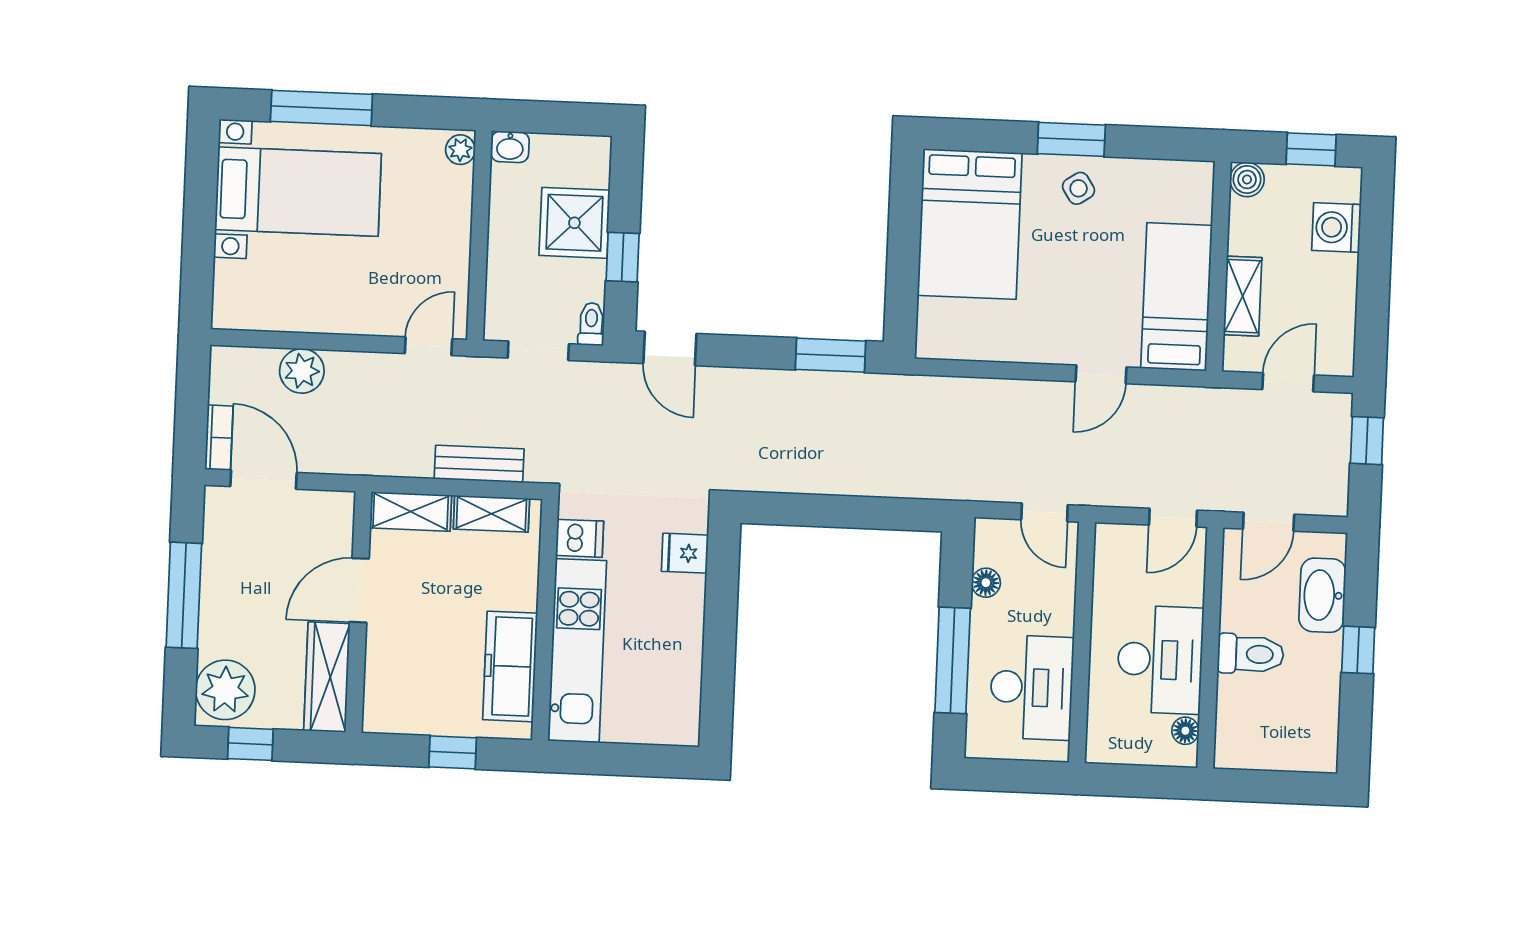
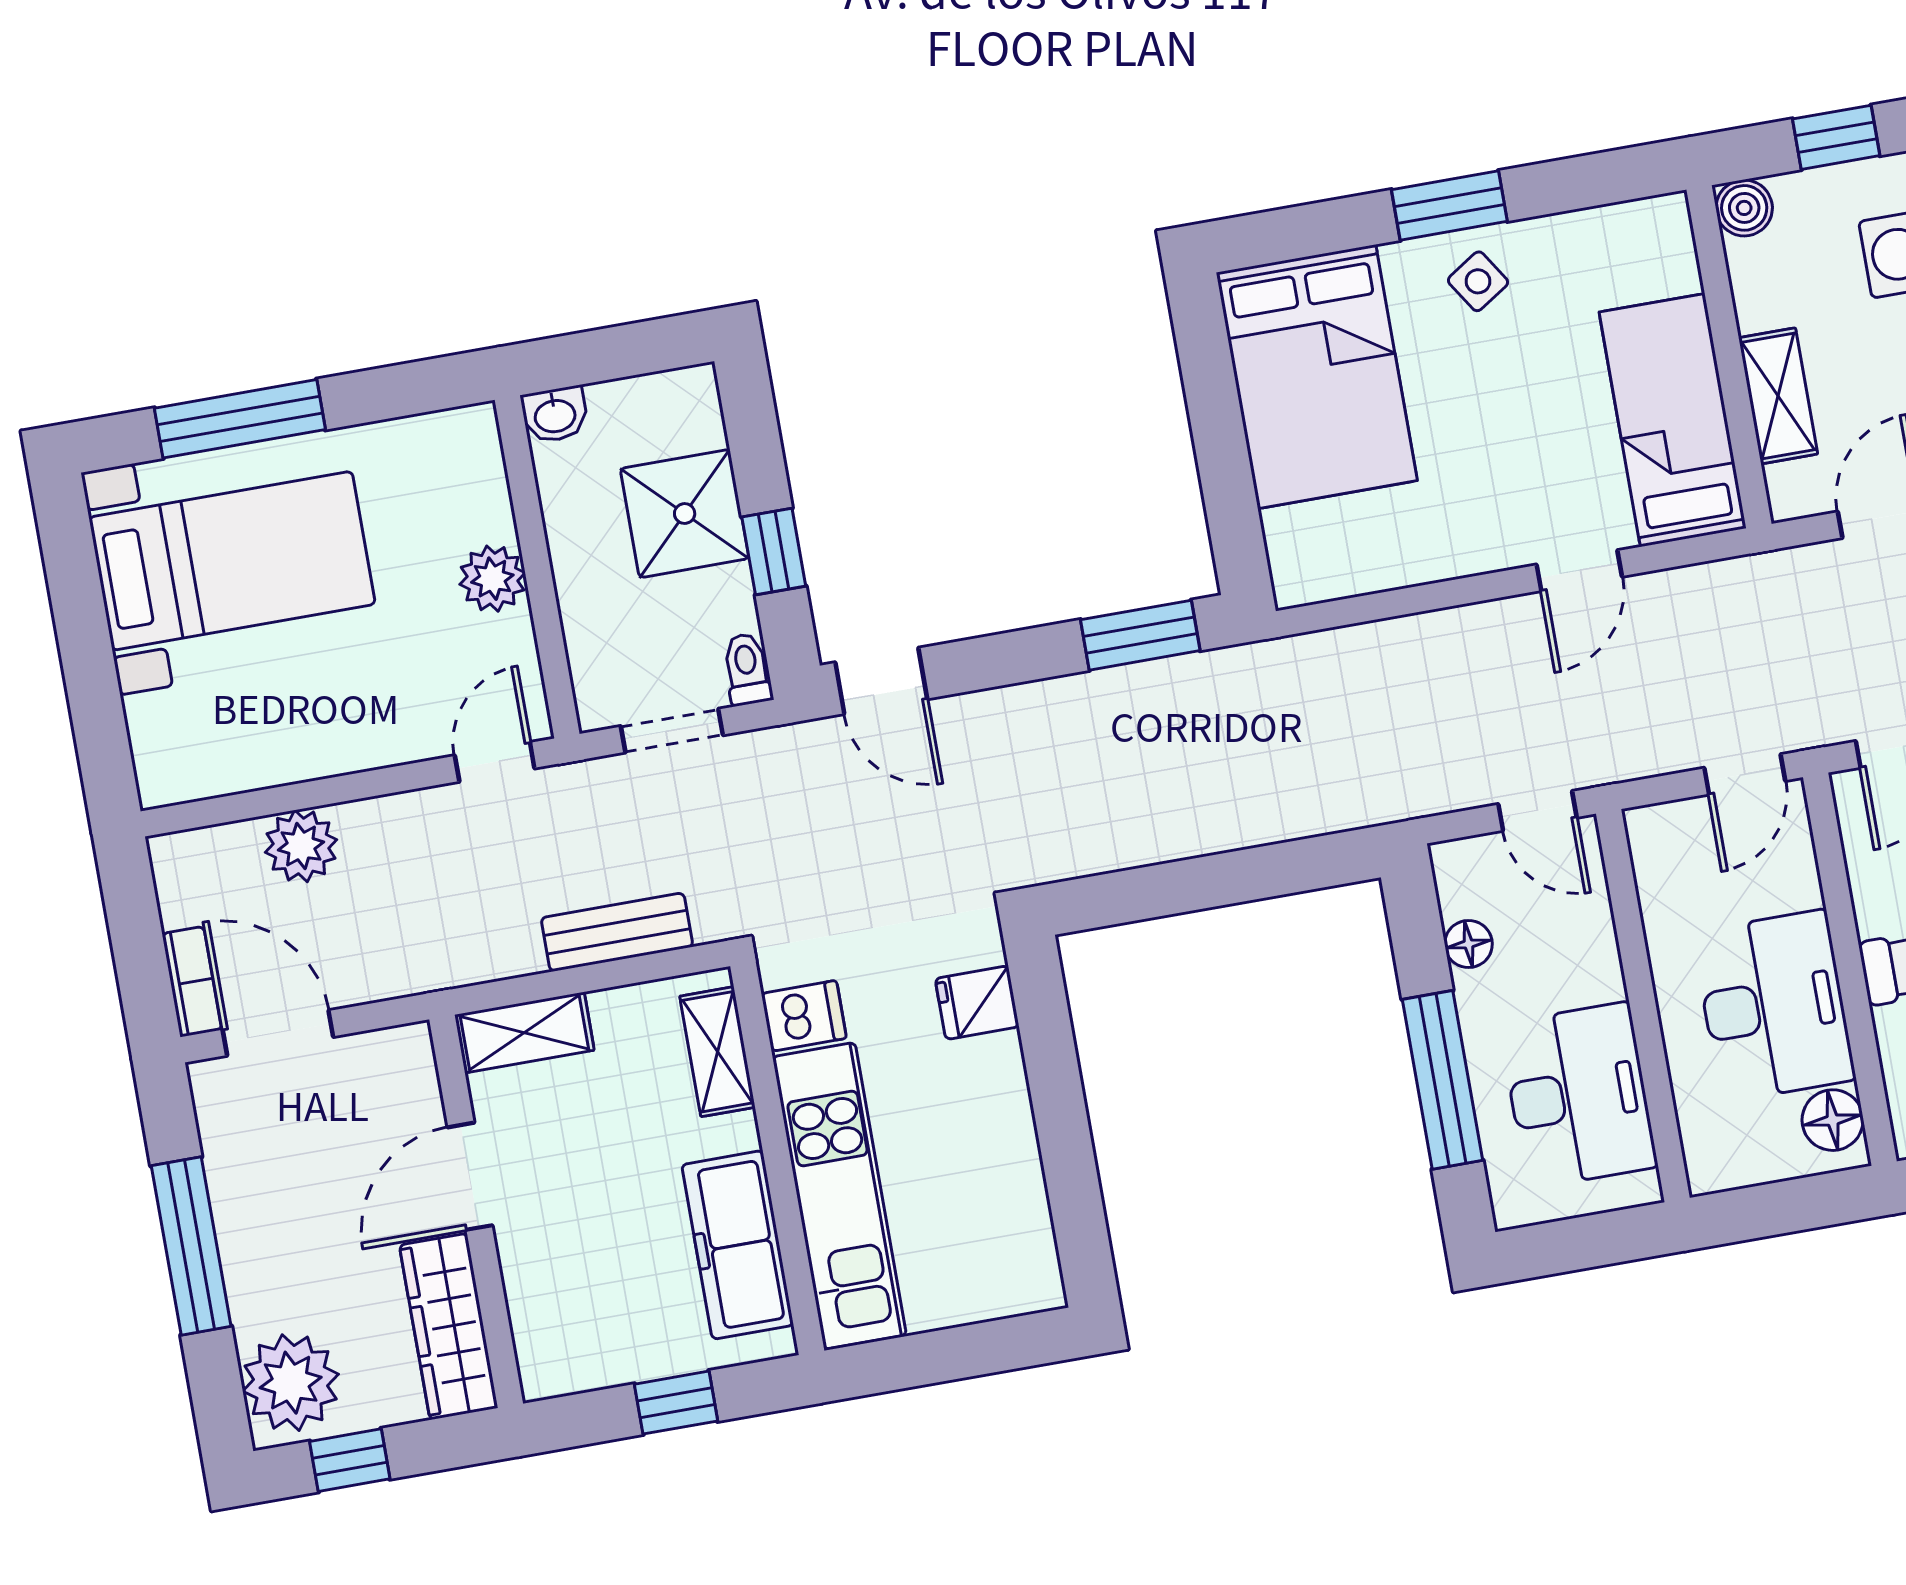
plant: (460, 150) -> (492, 579), moved, width x1.38, depth x1.38
shelving: (491, 514) -> (717, 1052), moved, turned 90
floor lamp: (1185, 731) -> (1833, 1120), width x1.37, depth x1.37

